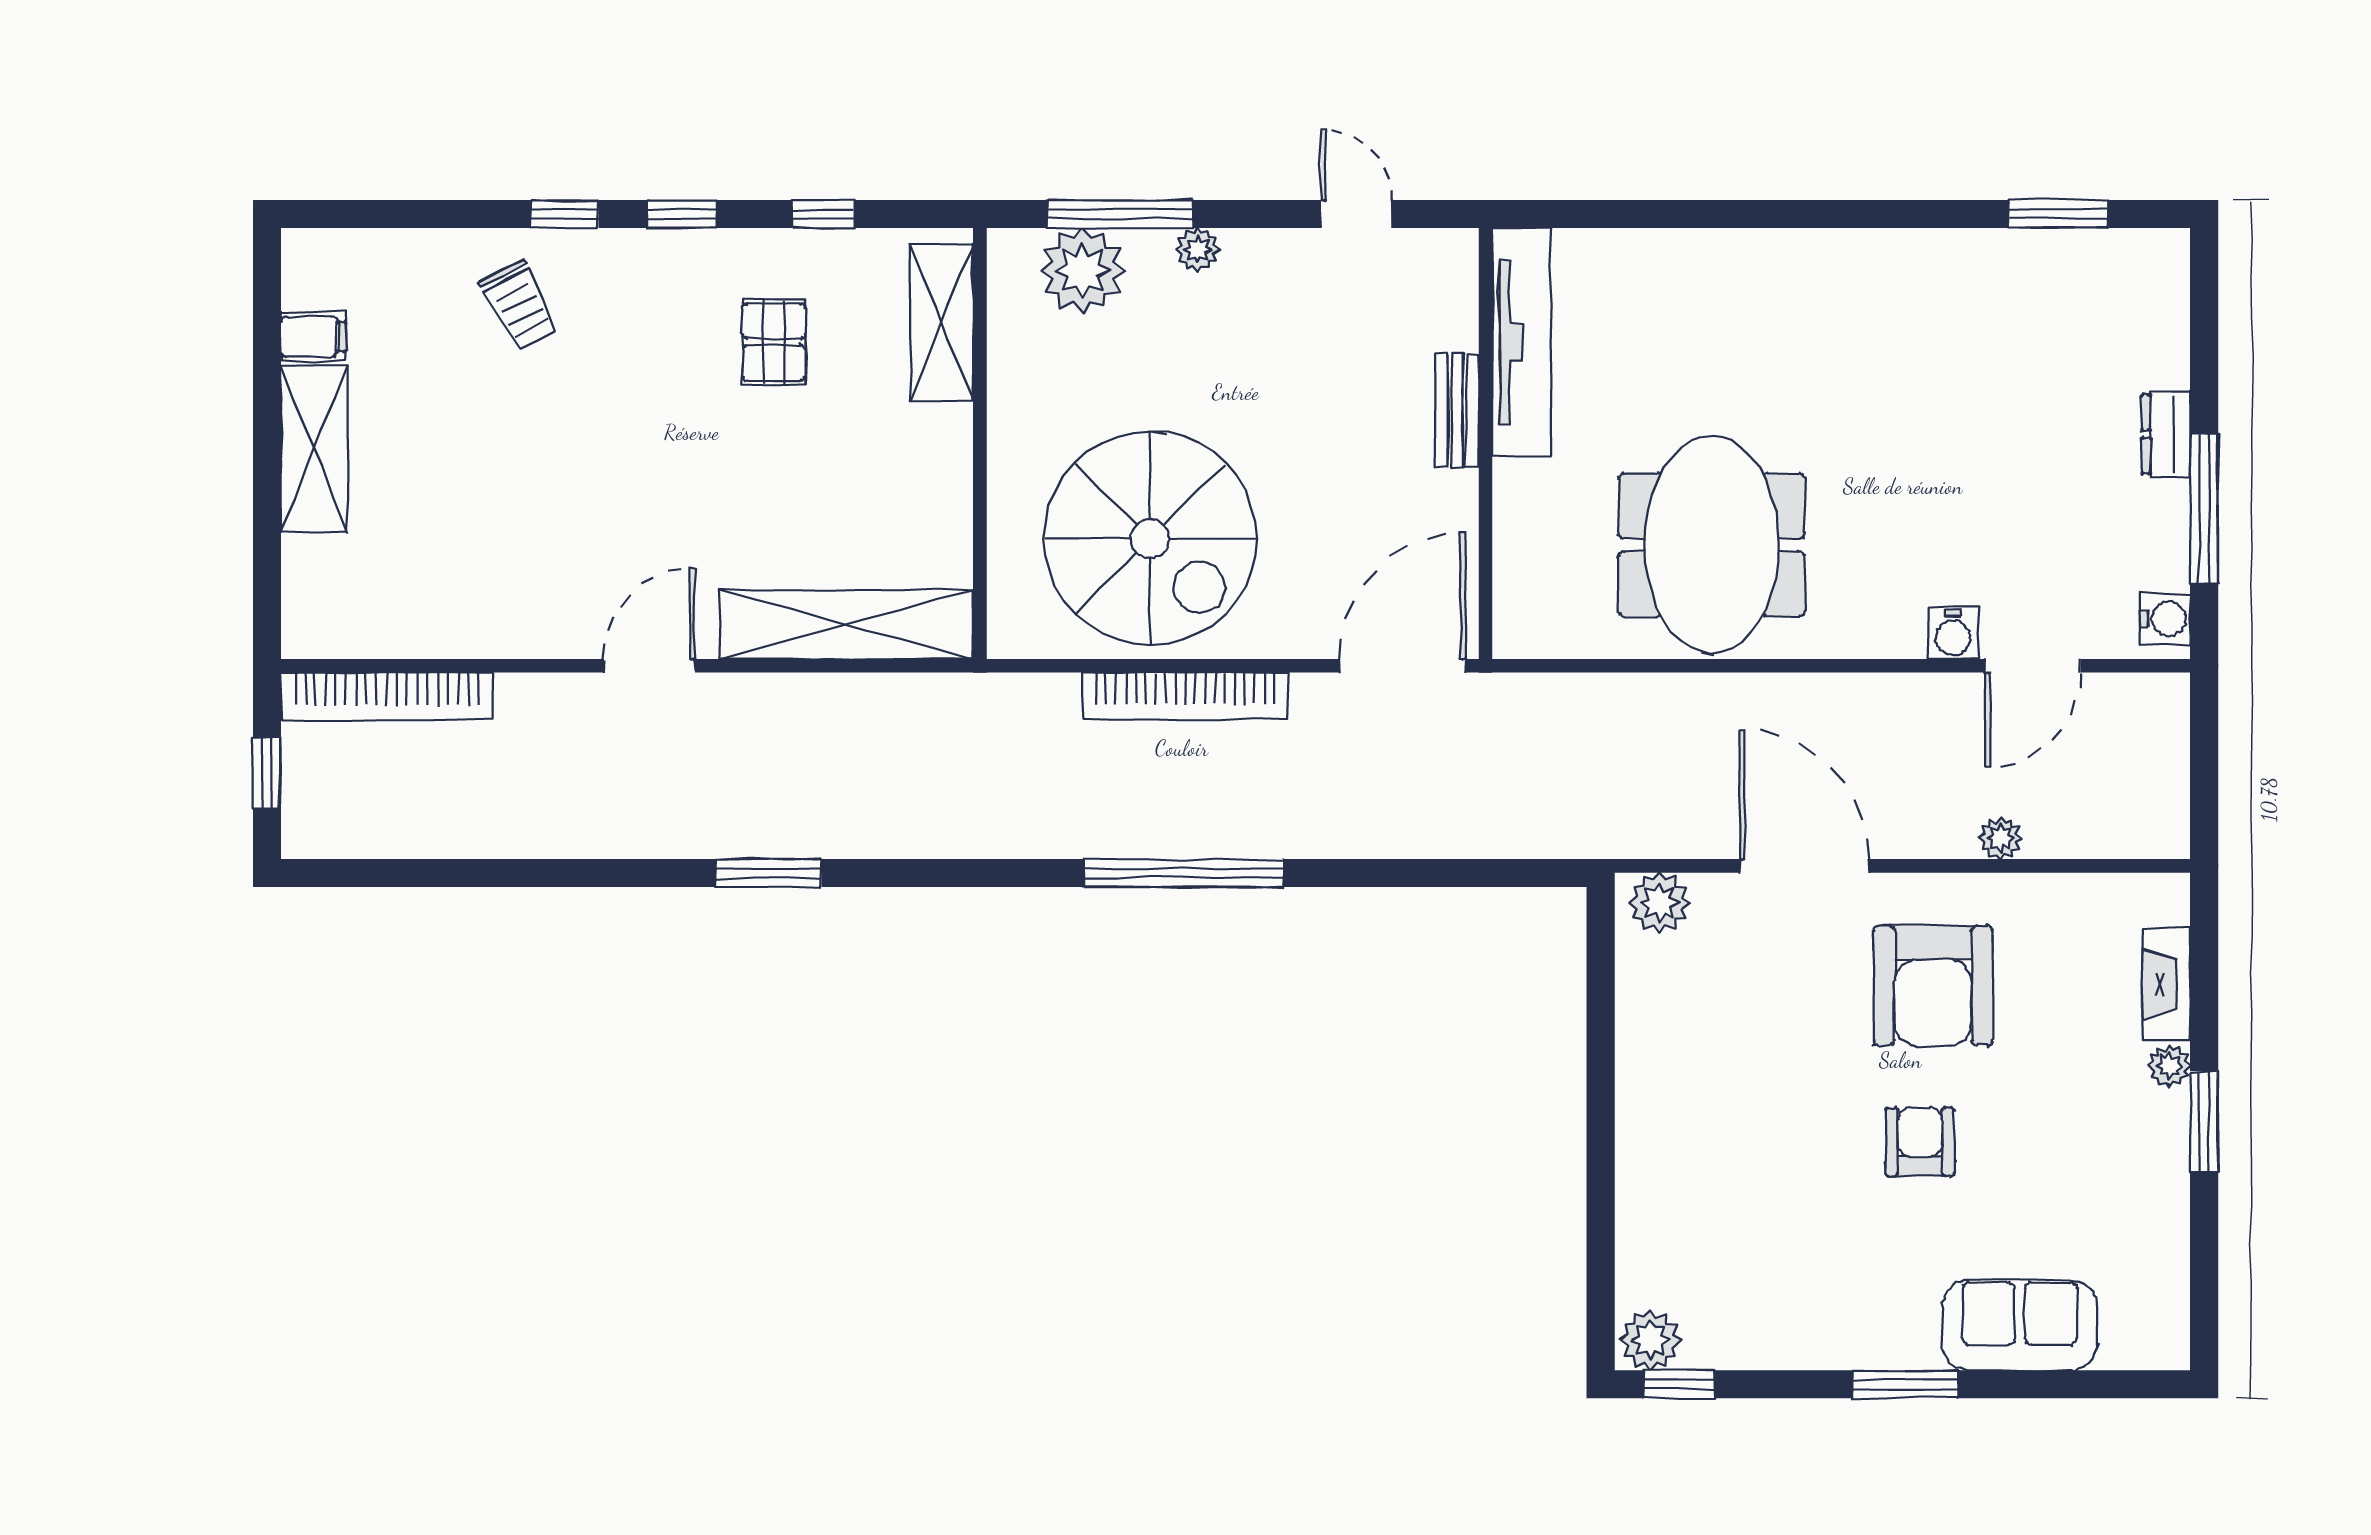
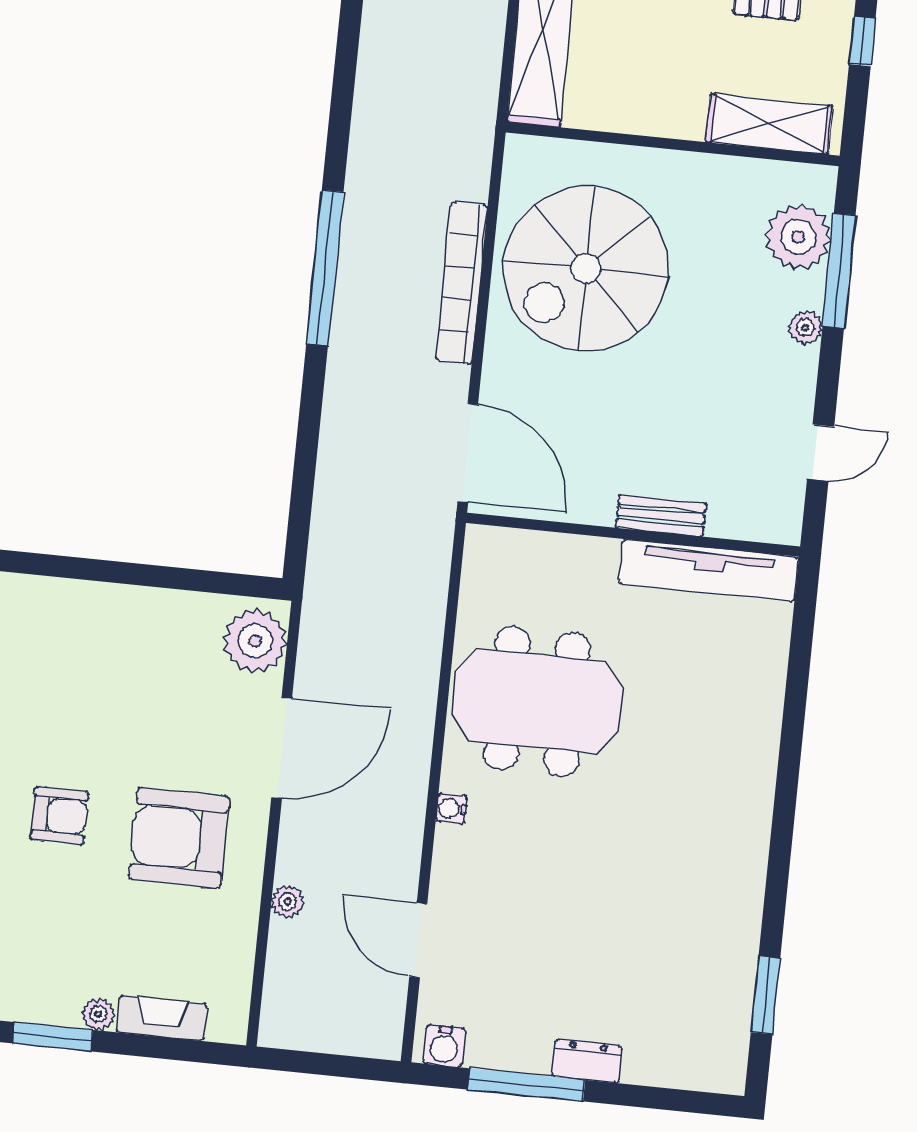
water cooler: (1953, 633) -> (451, 809), moved, width x0.72, depth x0.72
plant: (1660, 903) -> (255, 641), width x1.36, depth x1.36

